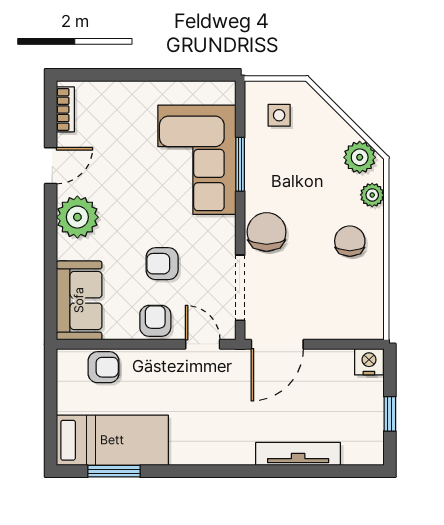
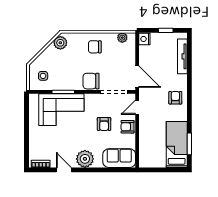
plant: (372, 195) -> (122, 38), moved
armchair: (103, 367) -> (175, 98), moved
tv unit: (298, 454) -> (182, 56), moved

